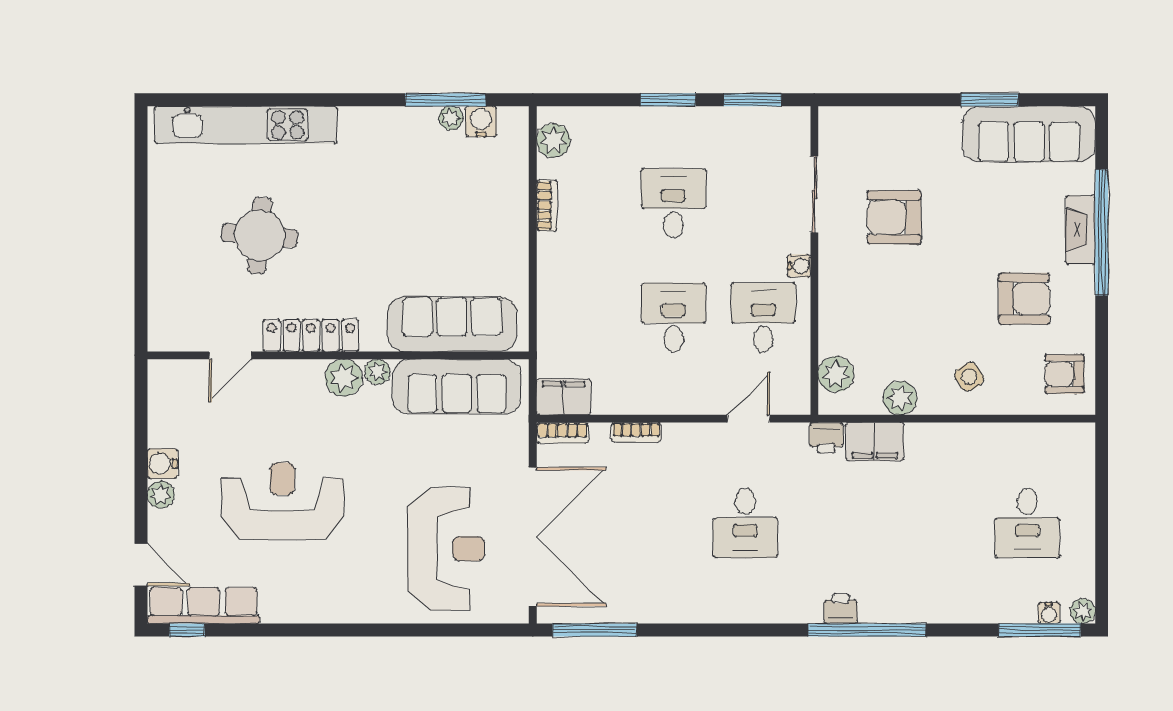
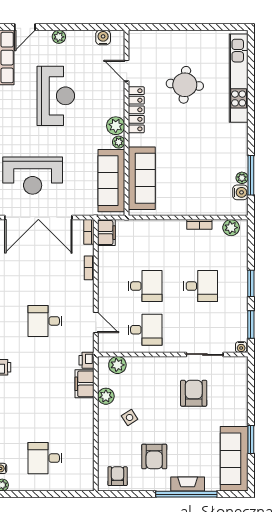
water cooler: (799, 266) -> (241, 347), moved
side table: (969, 377) -> (130, 417), moved
water cooler: (162, 464) -> (103, 38), moved

